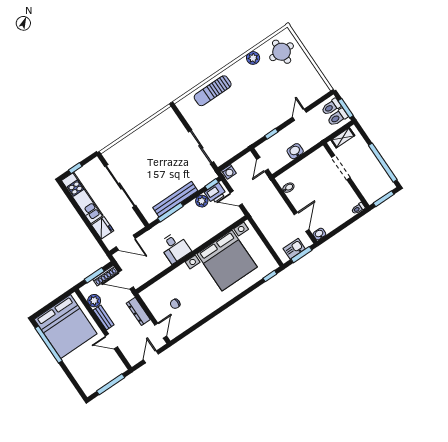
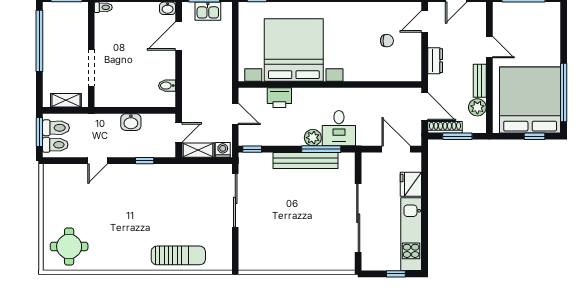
plant: (253, 58) -> (107, 262), removed
shelving: (244, 162) -> (198, 150), added
printer: (215, 193) -> (279, 98), moved, turned 180
plant: (202, 201) -> (313, 138), moved
desk: (175, 247) -> (339, 128), moved, turned 180
window: (48, 307) -> (534, 136), added
dresser: (138, 311) -> (435, 61), width x0.70

